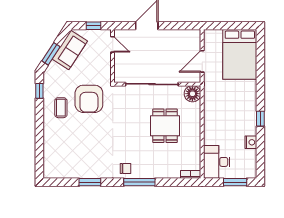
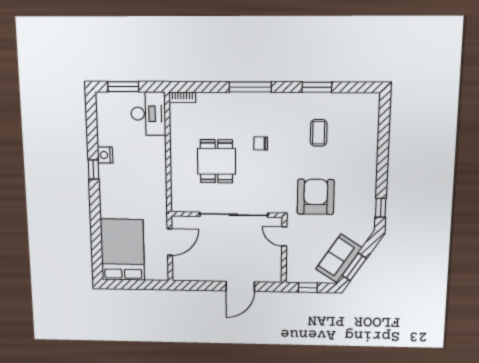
door: (113, 44) -> (284, 236), moved
window: (51, 54) -> (354, 267), moved
floor lamp: (192, 94) -> (181, 202), removed
coffee table: (61, 108) -> (319, 133), moved
nightstand: (251, 142) -> (105, 155), moved
chair: (126, 168) -> (261, 143), moved

